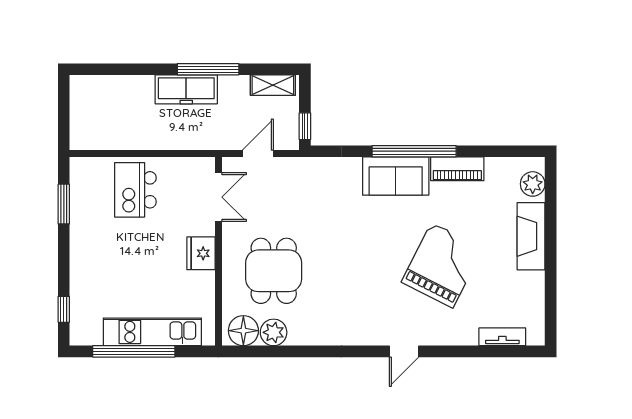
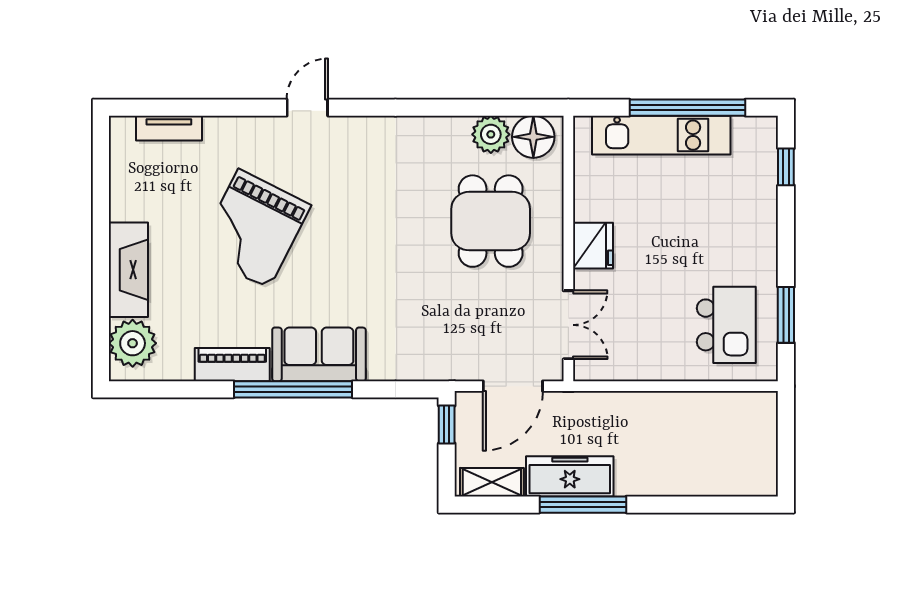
freezer: (186, 89) -> (570, 476), moved
door: (258, 153) -> (513, 386), width x1.38
plant: (533, 184) -> (133, 343), width x1.36, depth x1.36
kitchen island: (135, 190) -> (726, 325), moved
double door: (218, 197) -> (568, 325), swing flipped

